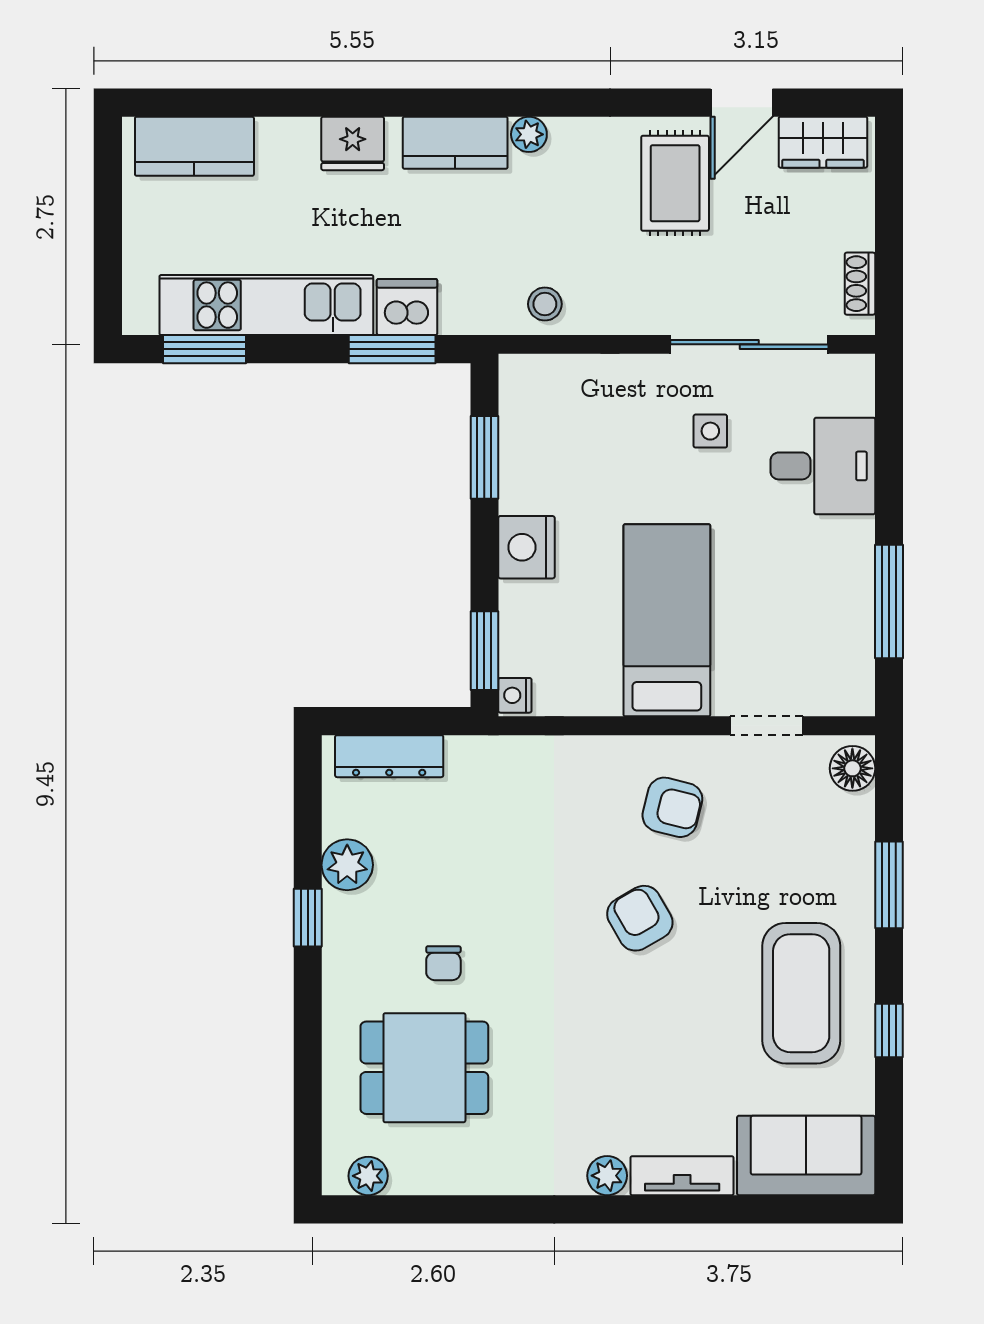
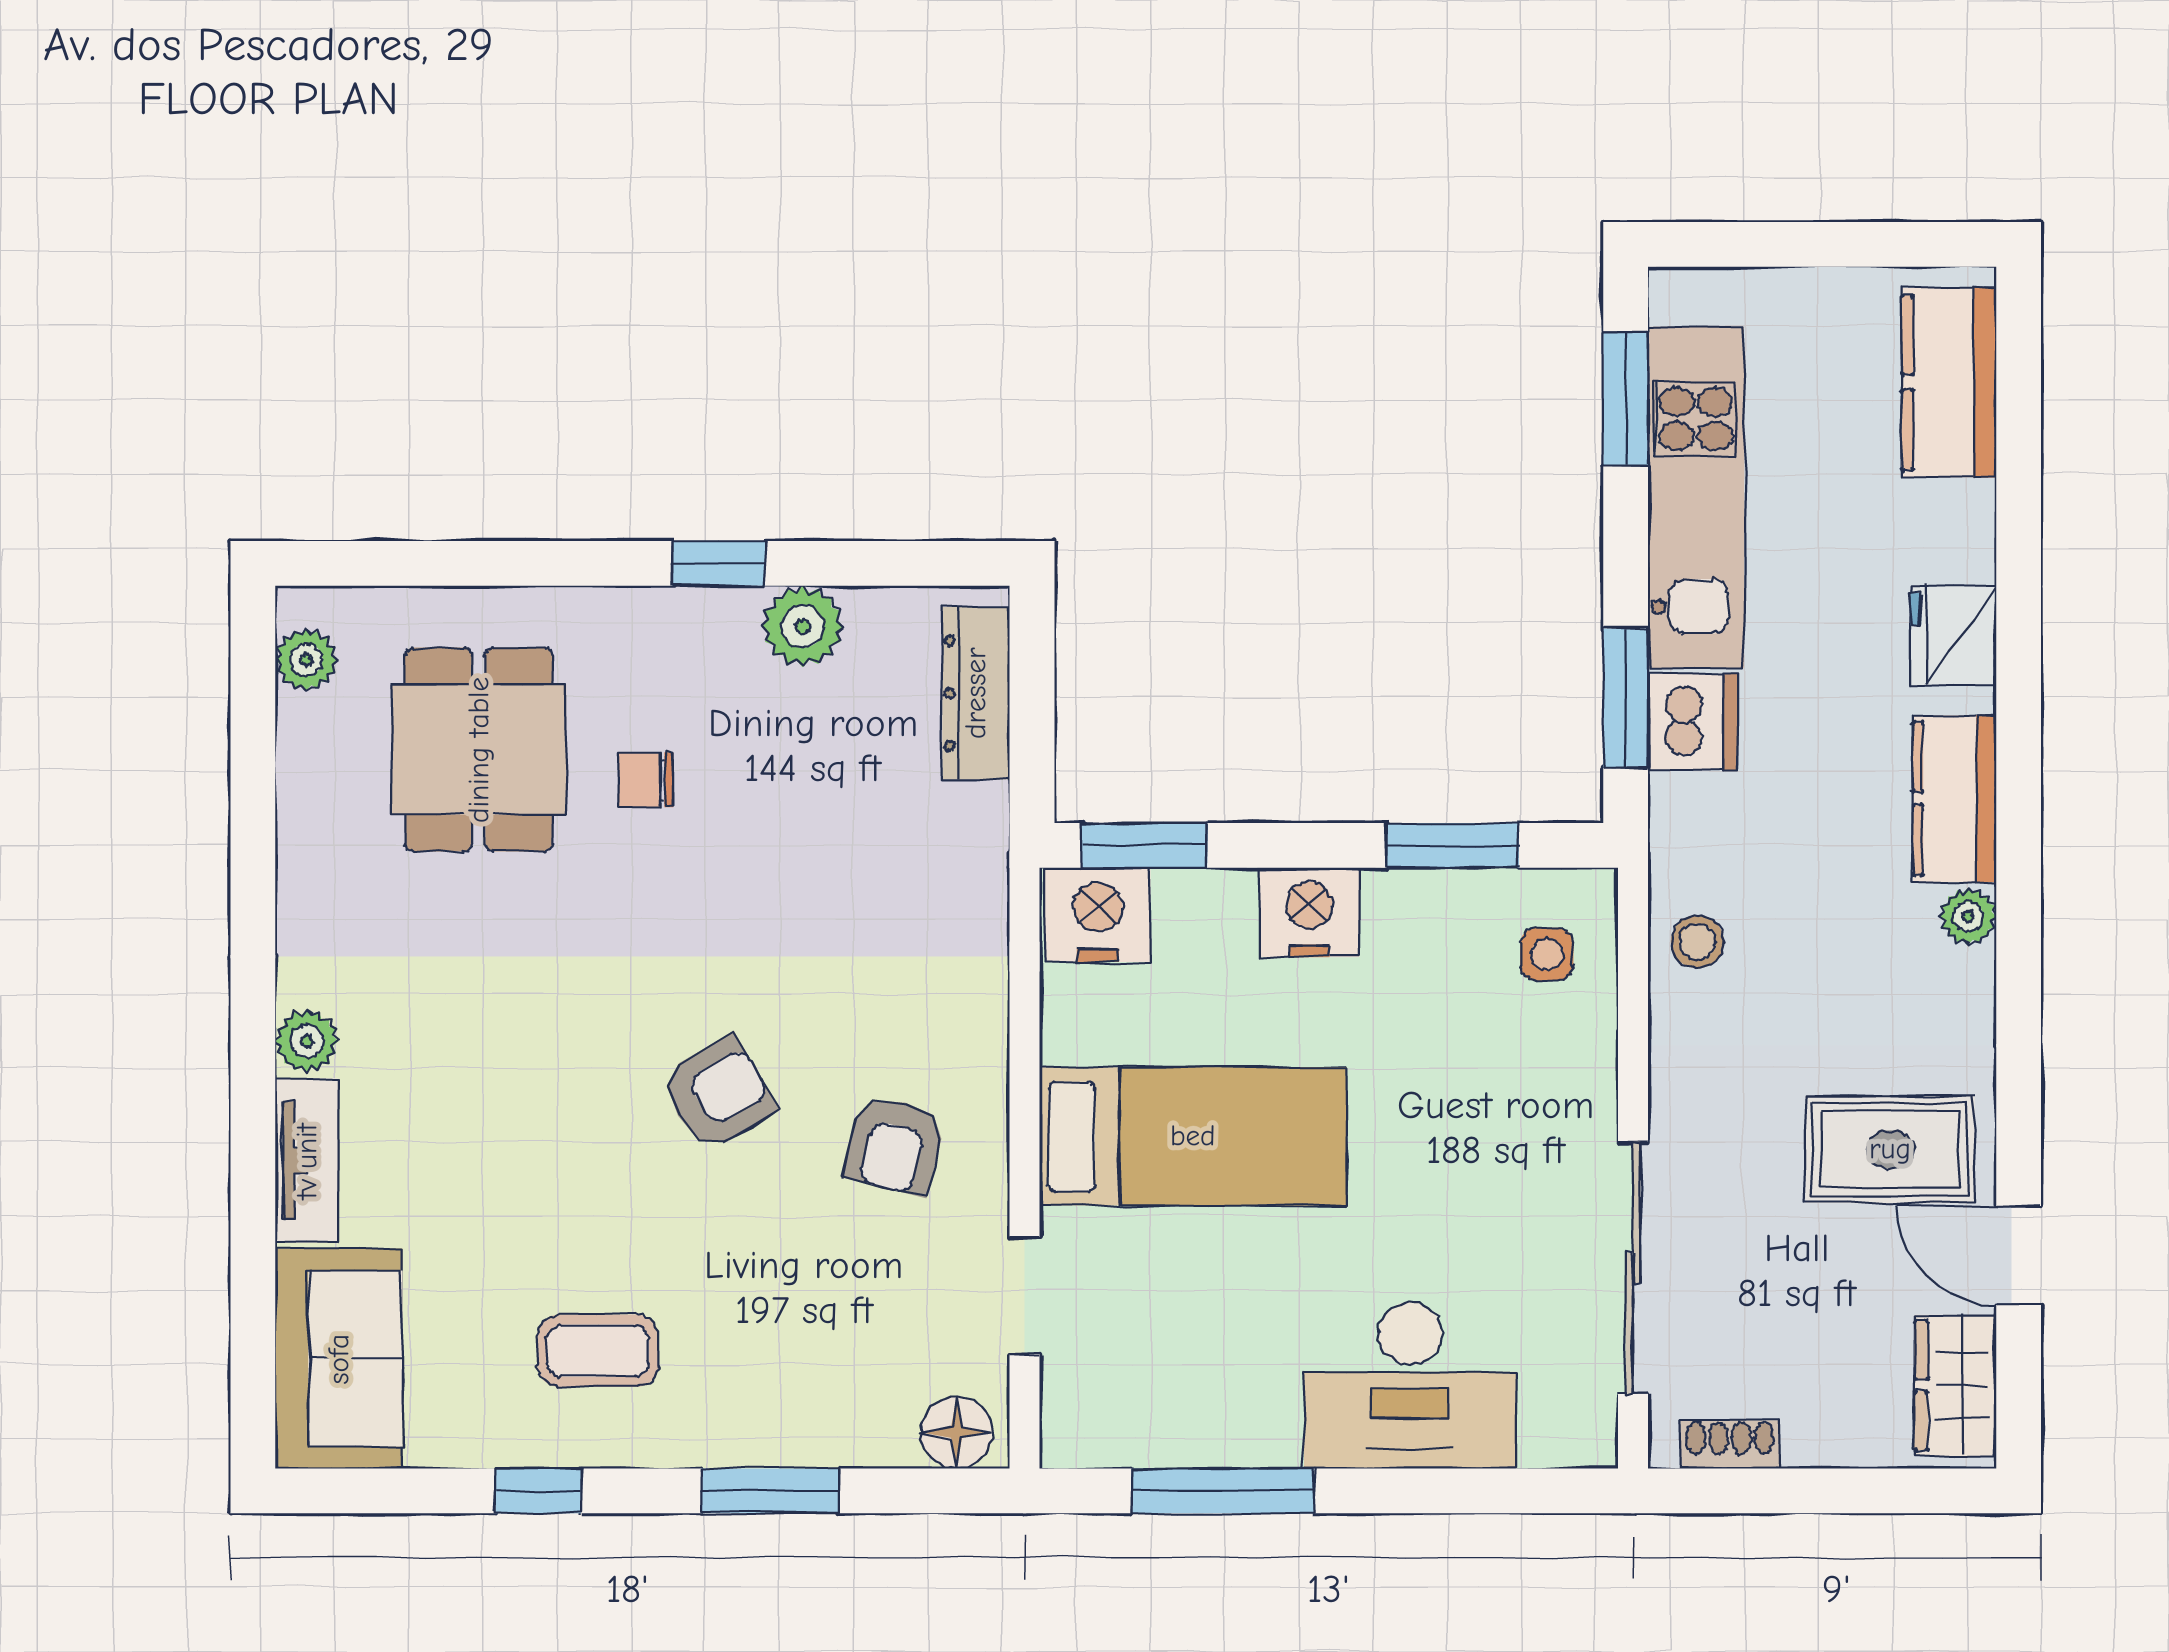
side table: (710, 431) -> (1547, 954), moved
desk: (823, 466) -> (1410, 1385), width x1.37
nightstand: (515, 695) -> (1098, 915), width x1.89, depth x1.79
coffee table: (801, 993) -> (598, 1351), width x0.54, depth x0.58

